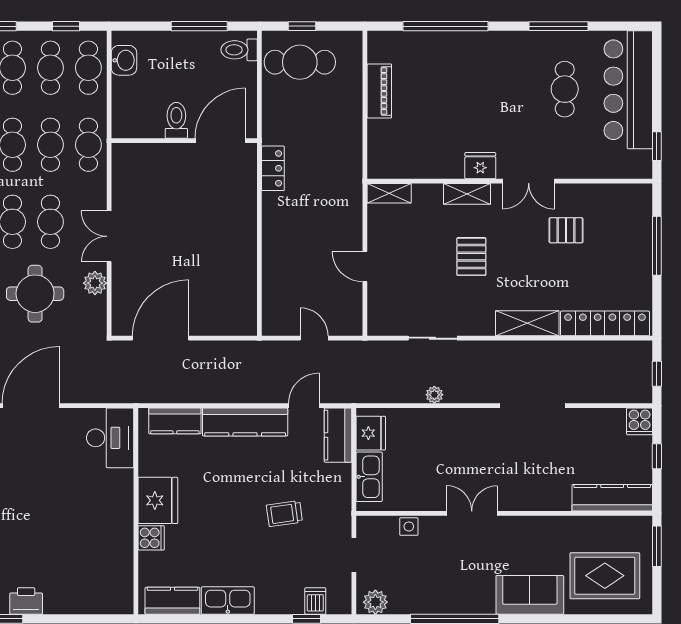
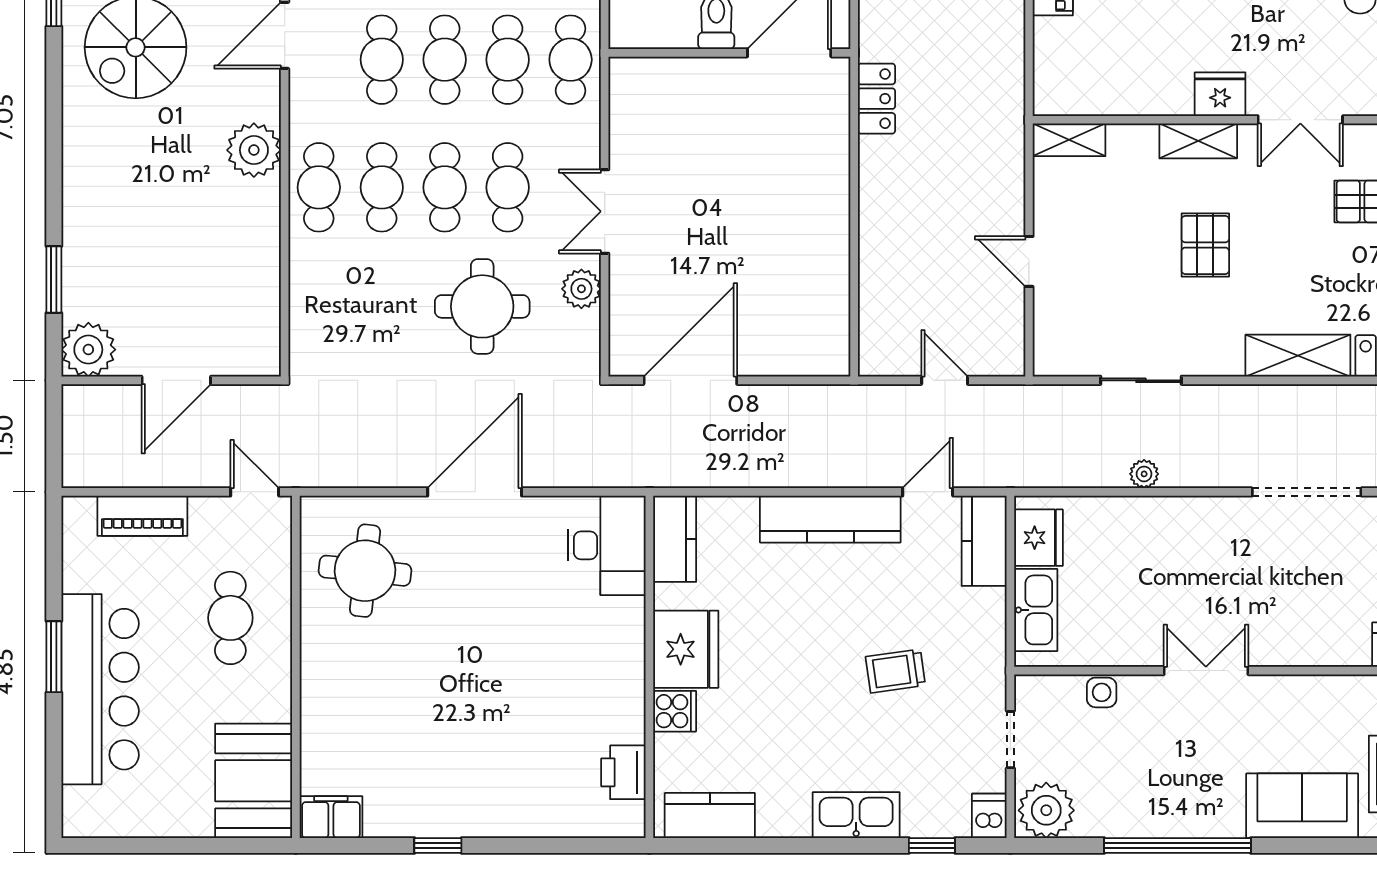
kitchen counter: (175, 421) -> (675, 539), moved, turned -90
printer: (26, 601) -> (623, 772), moved, turned -90
kitchen sink: (228, 601) -> (856, 815), moved
dishwasher: (315, 601) -> (989, 816), moved
plant: (375, 602) -> (1046, 810), width x1.36, depth x1.36

